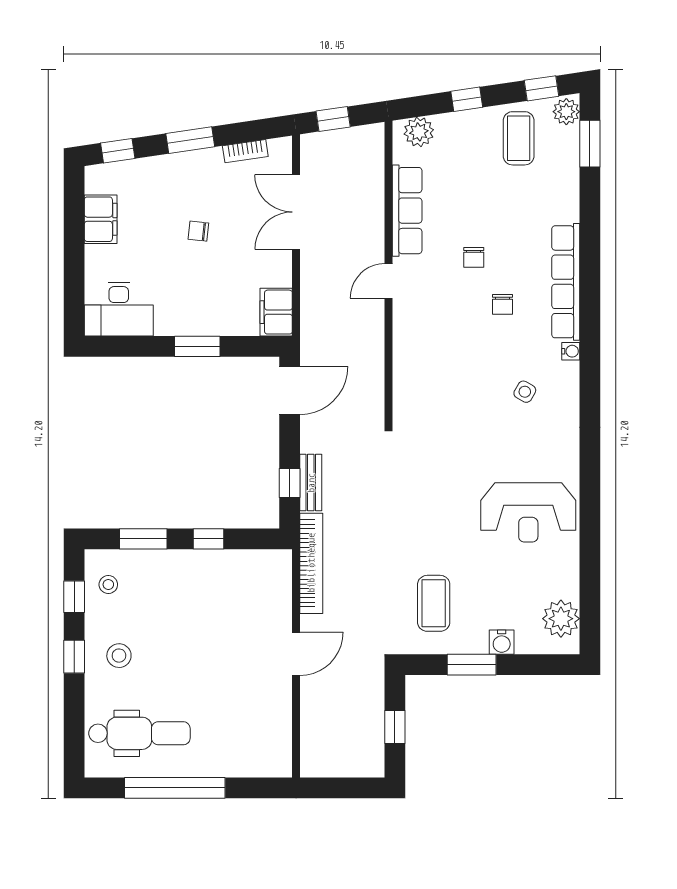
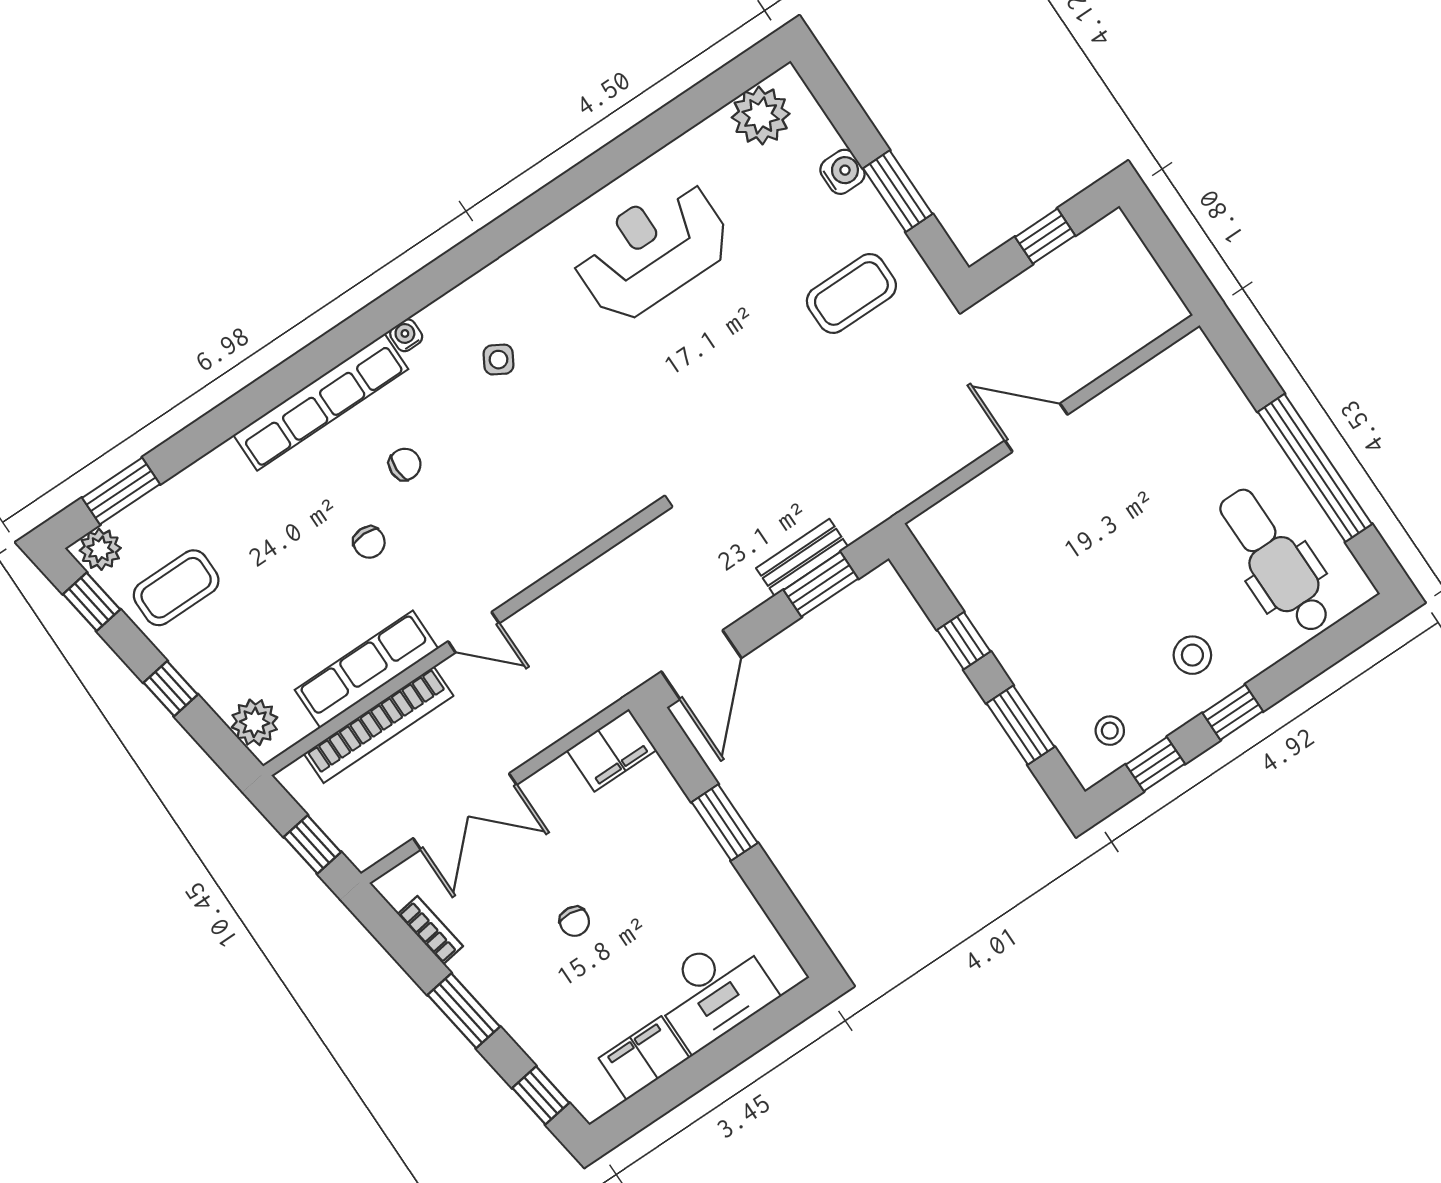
chair: (474, 257) -> (369, 542), turned 90
desk: (119, 309) -> (713, 991), moved, turned 90
door: (290, 391) -> (701, 665), swing flipped
window: (290, 483) -> (821, 584), width x1.50
reception desk: (528, 512) -> (652, 250), turned -90
bookcase: (311, 563) -> (379, 725), moved, turned 180

